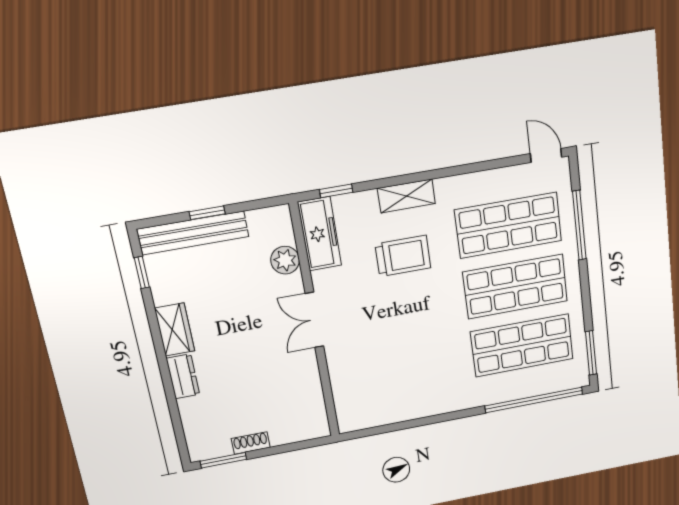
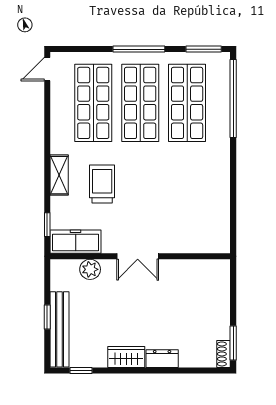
window: (579, 225) -> (139, 49), moved
shoe rack: (251, 443) -> (224, 354), moved

